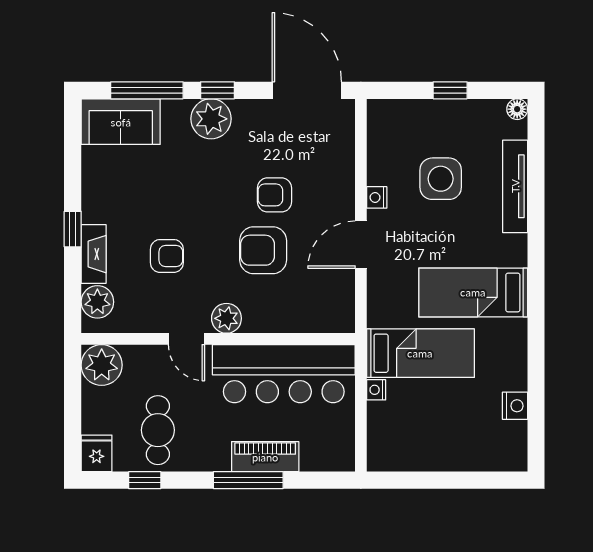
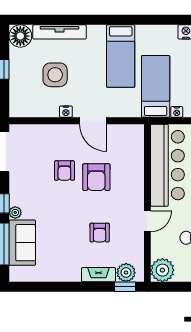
floor lamp: (517, 109) -> (20, 36), width x1.89, depth x1.89
plant: (211, 119) -> (15, 212), width x0.53, depth x0.53
sofa: (121, 122) -> (22, 243), moved
window: (73, 229) -> (125, 287), moved
armchair: (167, 256) -> (100, 233), turned 180
plant: (226, 318) -> (136, 198), removed

